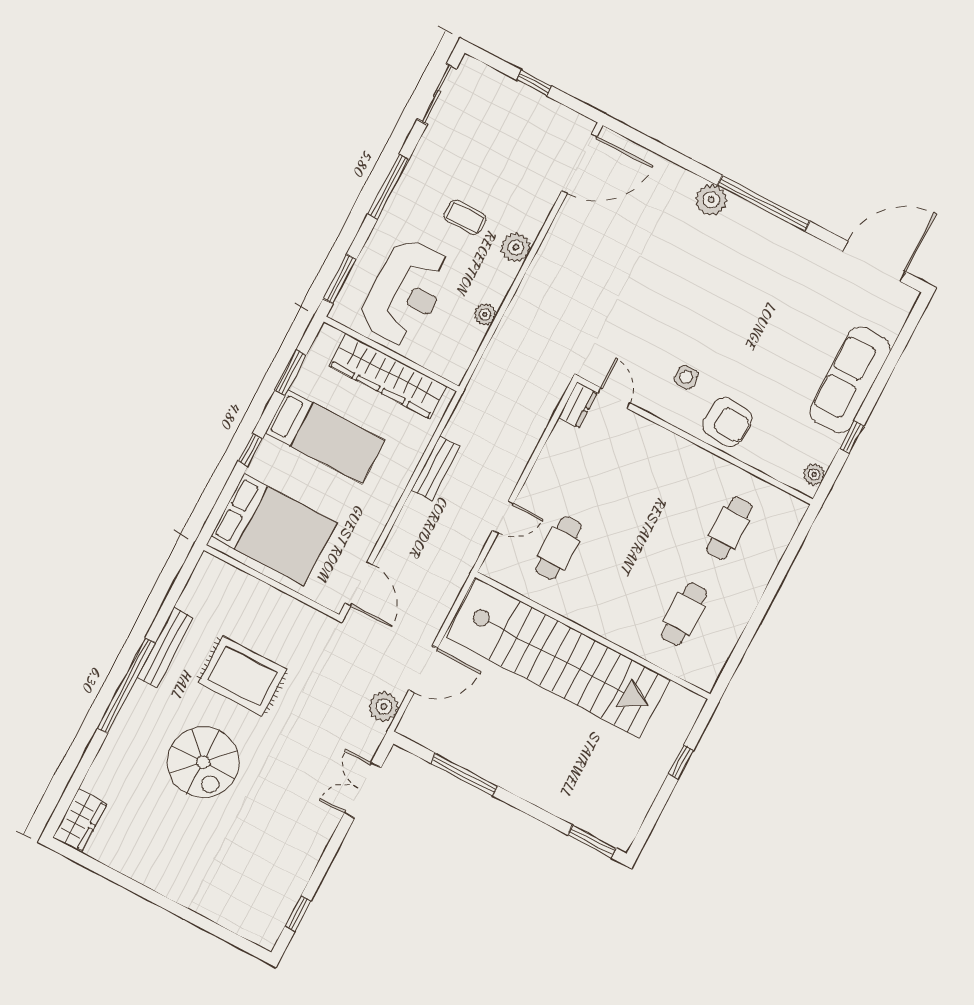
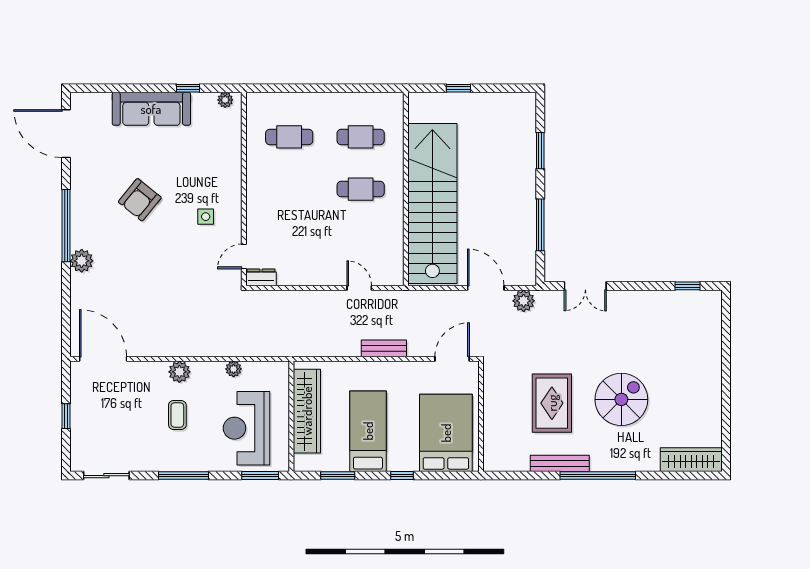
reception desk: (405, 293) -> (246, 428), turned -90
armchair: (727, 422) -> (140, 200), moved, turned -146
bench: (436, 468) -> (384, 348), moved
cafe table: (559, 548) -> (361, 189), moved
wardrobe: (80, 820) -> (691, 460), width x1.50
window: (592, 842) -> (540, 151), moved

